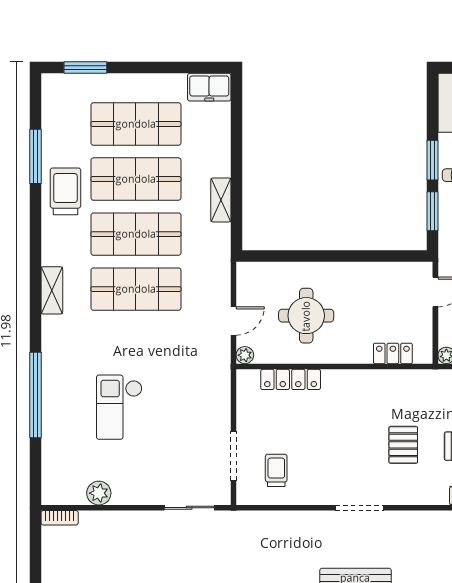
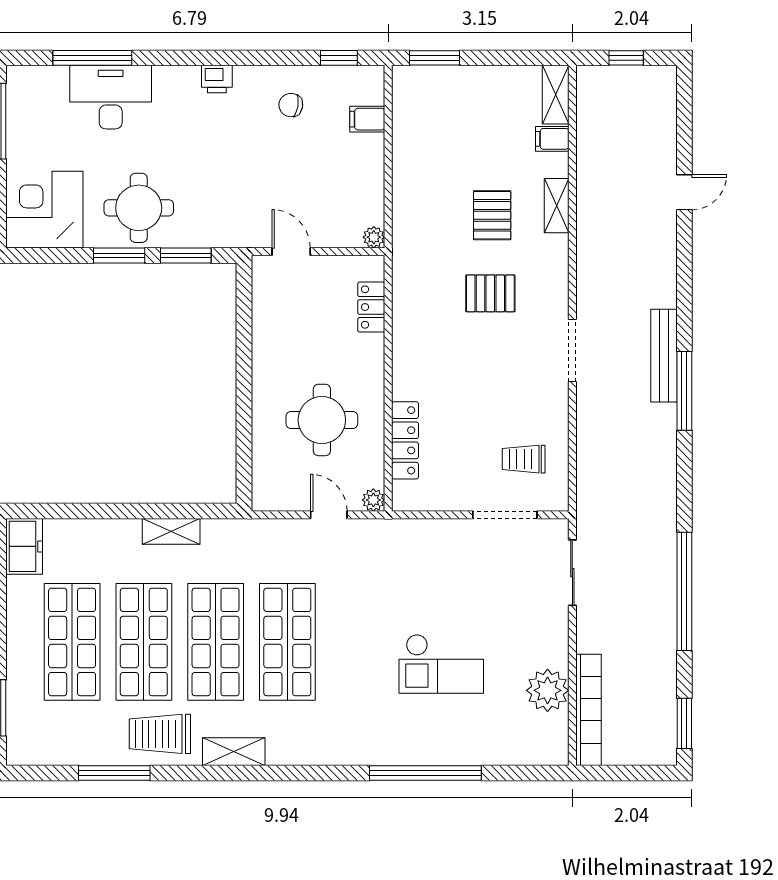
shelving: (52, 290) -> (234, 752), moved
plant: (99, 493) -> (548, 690), width x1.36, depth x1.36
bookcase: (60, 518) -> (589, 710), width x2.31, depth x1.31

